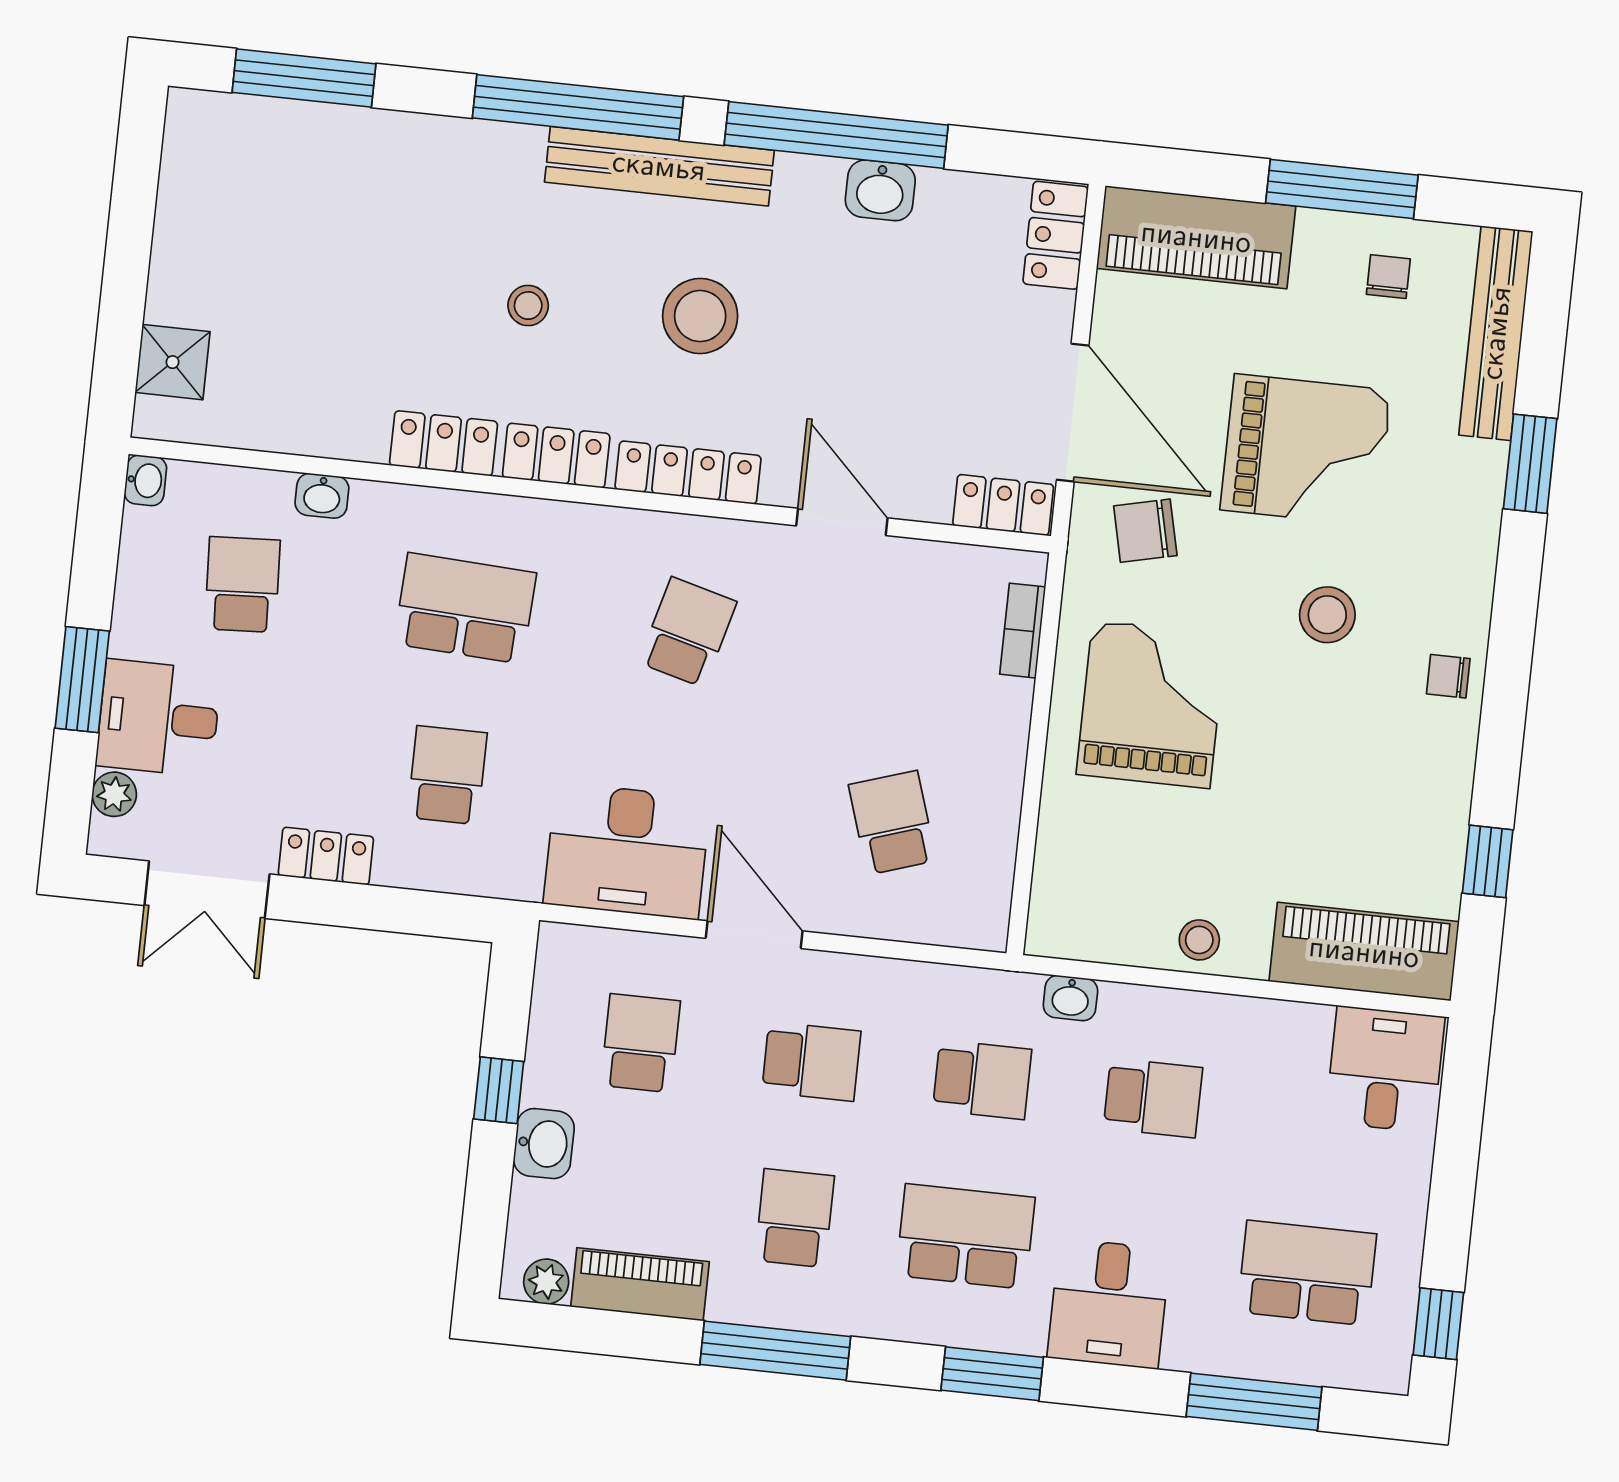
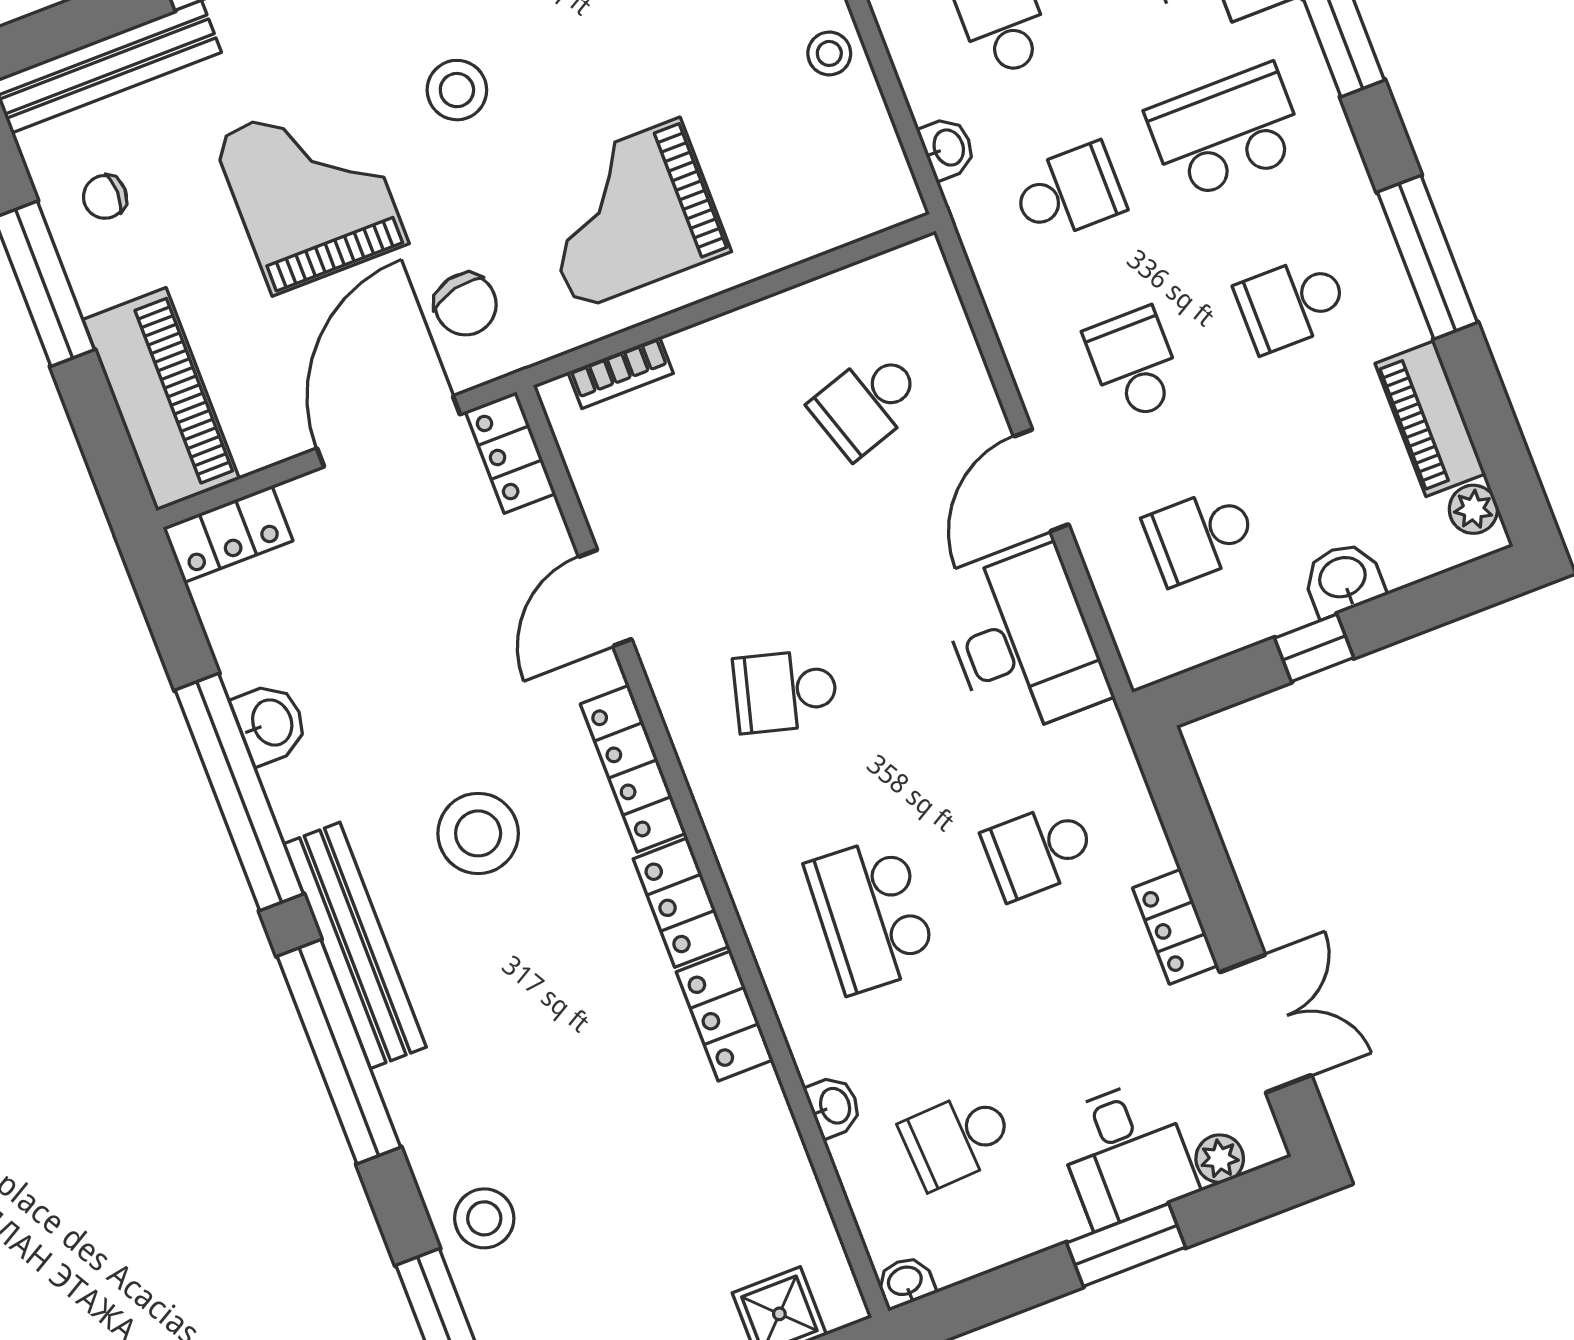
stool: (528, 306) -> (484, 1218), moved, width x1.37, depth x1.37
school desk: (982, 1080) -> (1068, 192), turned 90
school desk: (965, 1236) -> (1226, 132), turned 90

